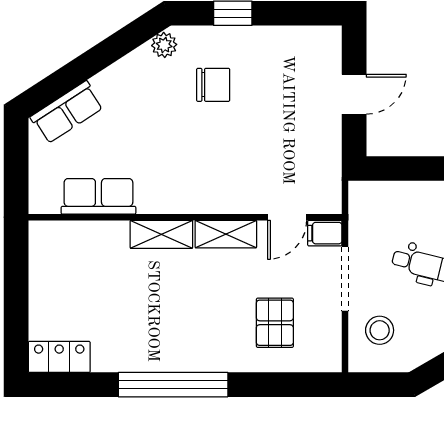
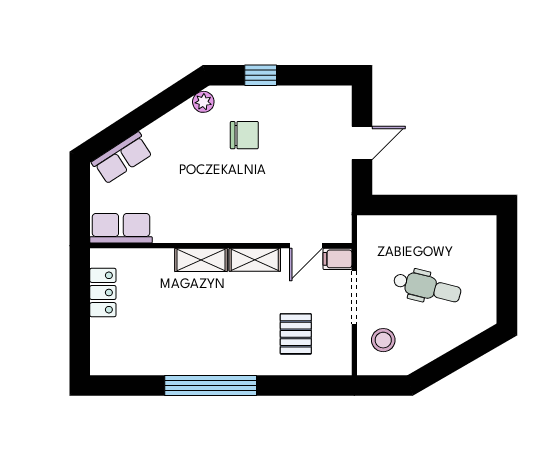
row of seats: (98, 196) -> (121, 228), moved
locker: (59, 357) -> (103, 293), moved, turned 90

